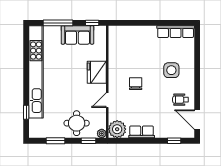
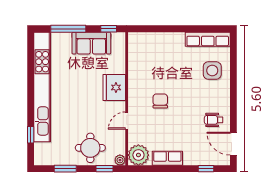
side table: (171, 70) -> (212, 70), moved

